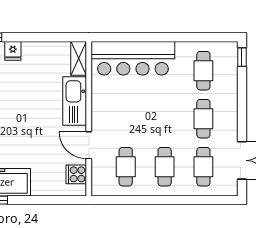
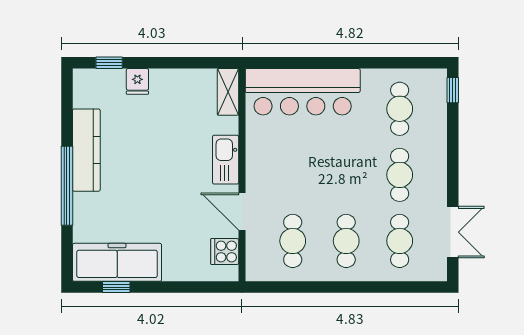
kitchen sink: (75, 101) -> (226, 160), width x0.73, depth x0.81

